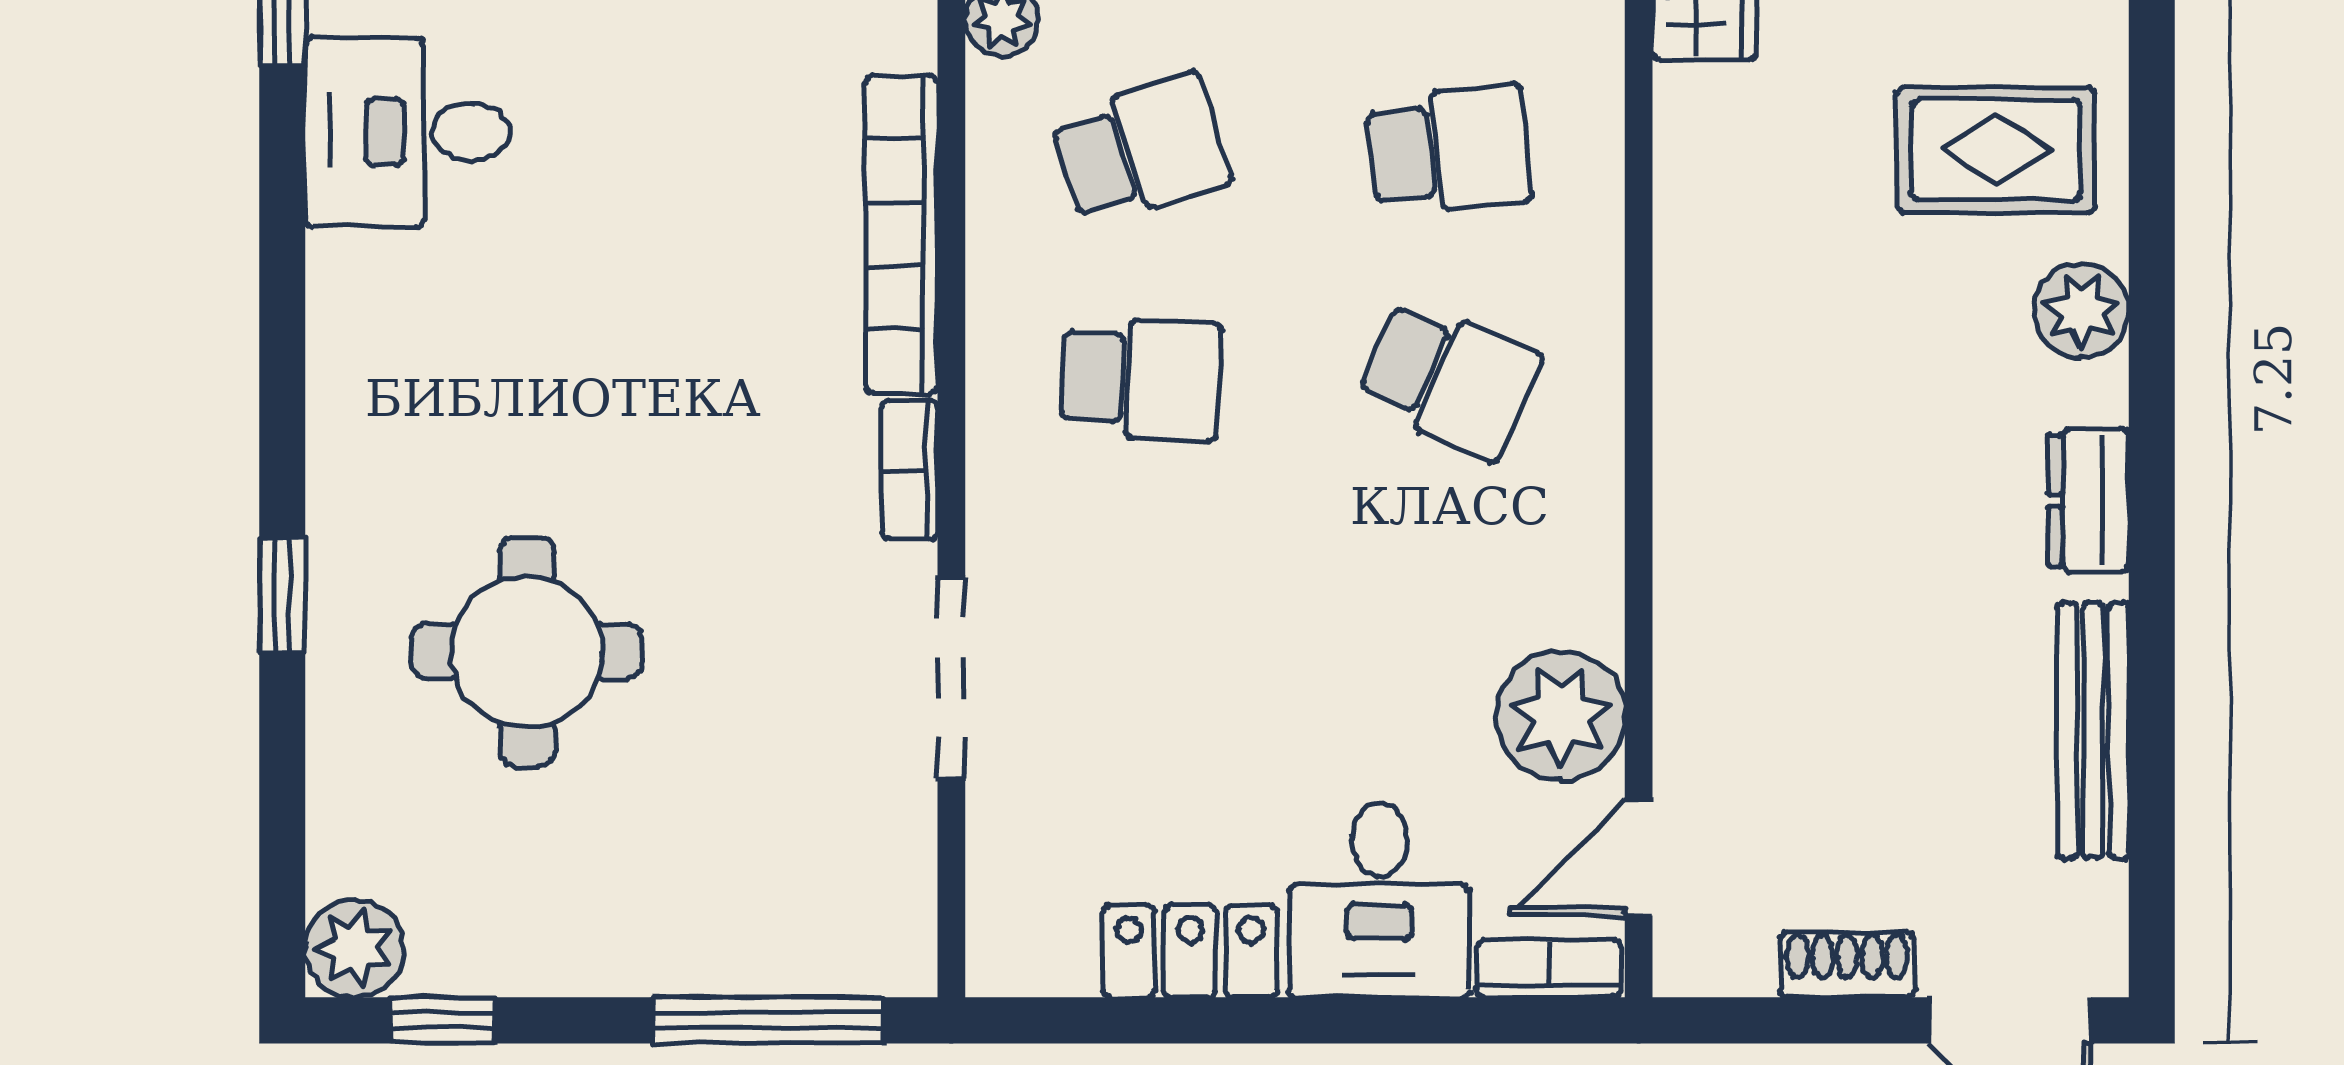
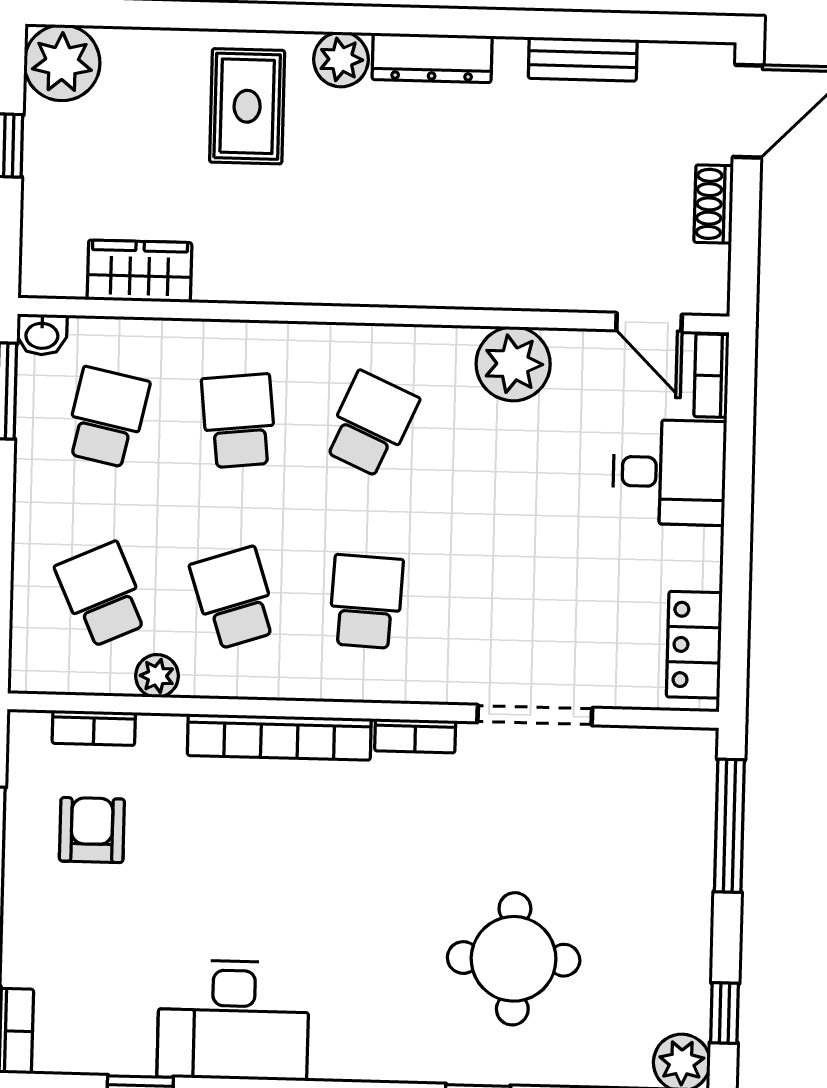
desk: (408, 132) -> (233, 1020), width x1.37
dresser: (2088, 500) -> (432, 58), width x1.44
plant: (1561, 716) -> (513, 364), moved
bench: (2093, 731) -> (583, 59), width x0.73
locker: (1190, 951) -> (694, 645), moved

